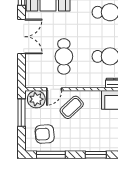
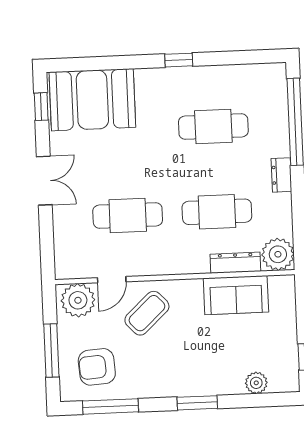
double door: (21, 37) -> (44, 181), width x0.73
cafe table: (64, 56) -> (128, 215), turned 90
window: (21, 113) -> (51, 350), moved

